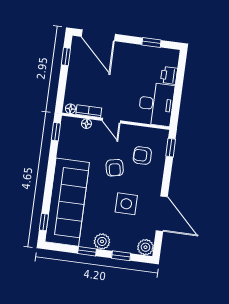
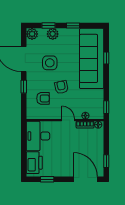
printer: (169, 75) -> (34, 163), width x1.87, depth x1.48
window: (171, 148) -> (24, 87), moved
window: (44, 222) -> (106, 58), moved
plant: (102, 241) -> (53, 34), moved

